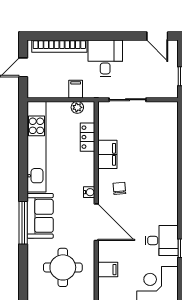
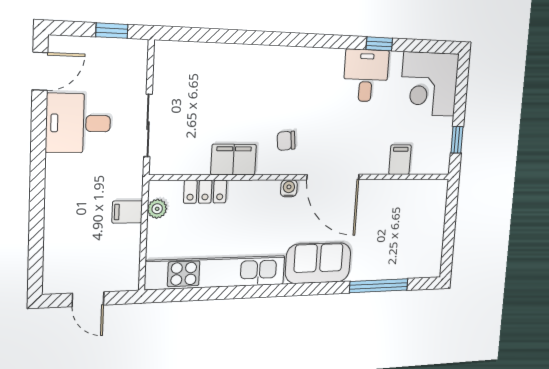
bookcase: (59, 46) -> (54, 241), removed
desk: (105, 58) -> (78, 123), moved
door: (96, 222) -> (333, 177), swing flipped
window: (23, 223) -> (379, 286), moved
round table: (63, 267) -> (392, 227), removed

